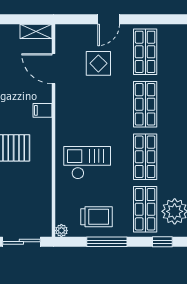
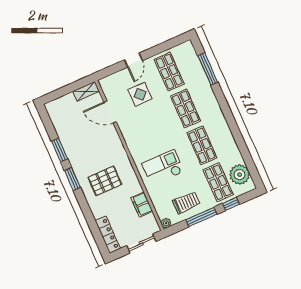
filing cabinet: (42, 110) -> (142, 204), moved, width x2.00
window: (162, 242) -> (231, 204), moved

